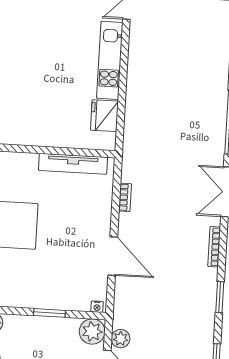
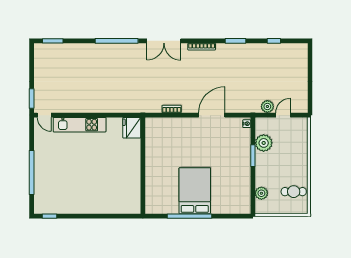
fridge: (104, 116) -> (132, 128), moved, turned 90
tv unit: (73, 164) -> (151, 145), removed
plant: (92, 331) -> (264, 143), moved

